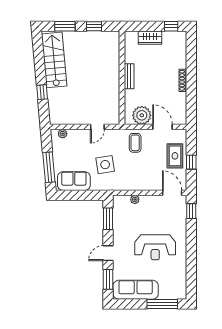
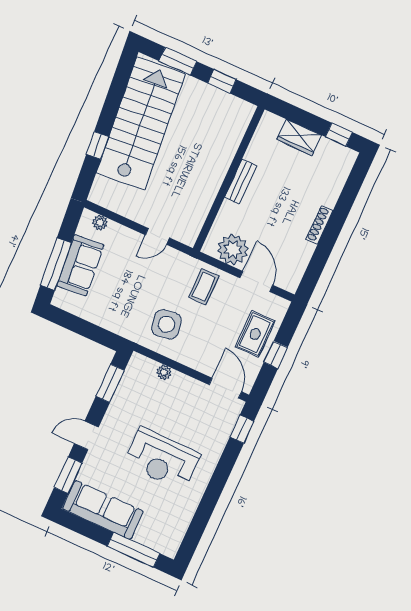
stairs: (54, 60) -> (141, 123), width x1.36, depth x1.51
side table: (105, 165) -> (166, 324), moved
sofa: (74, 181) -> (80, 265), moved, turned 85

